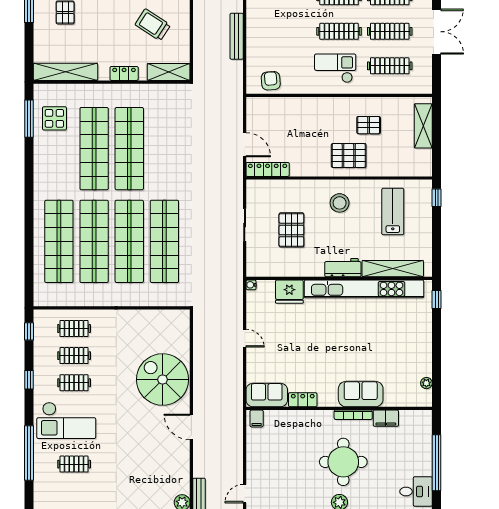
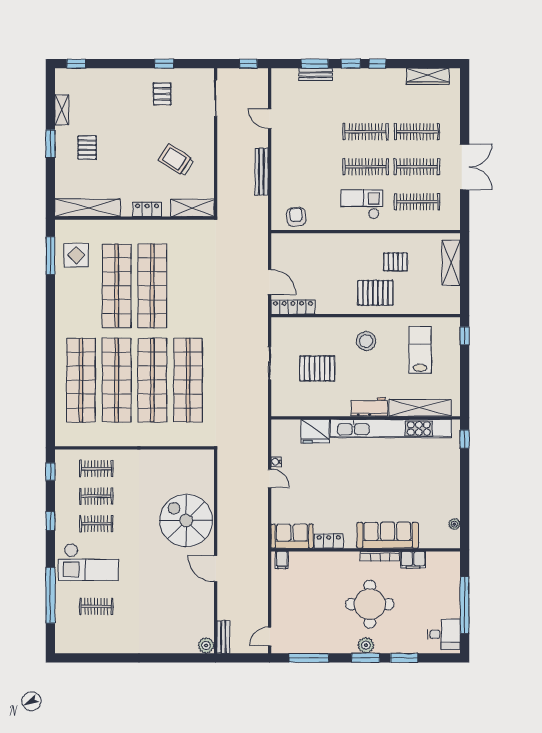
pallet: (291, 230) -> (317, 368), turned 90
water cooler: (251, 285) -> (276, 462), moved
sofa: (361, 394) -> (388, 535), width x1.36

